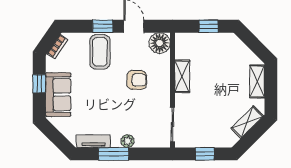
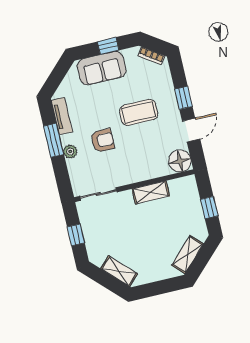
coffee table: (100, 52) -> (139, 112), moved
armchair: (137, 80) -> (102, 140), moved, turned -90
shelving: (257, 81) -> (187, 255), moved, turned -45

